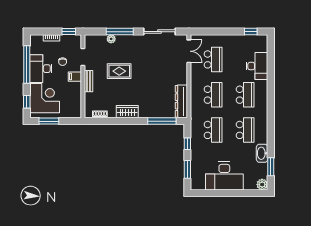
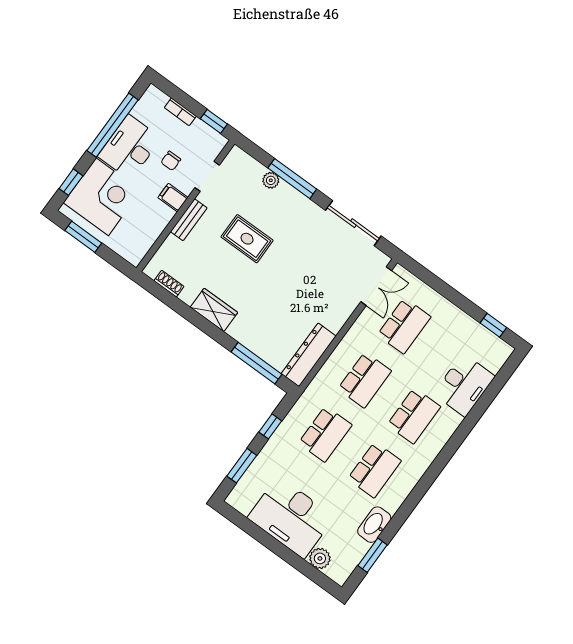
plant: (262, 185) -> (320, 558), moved

